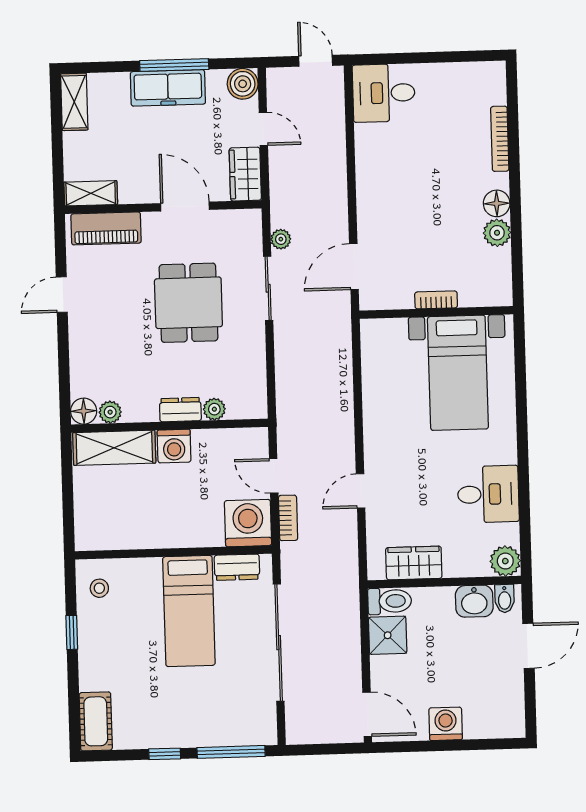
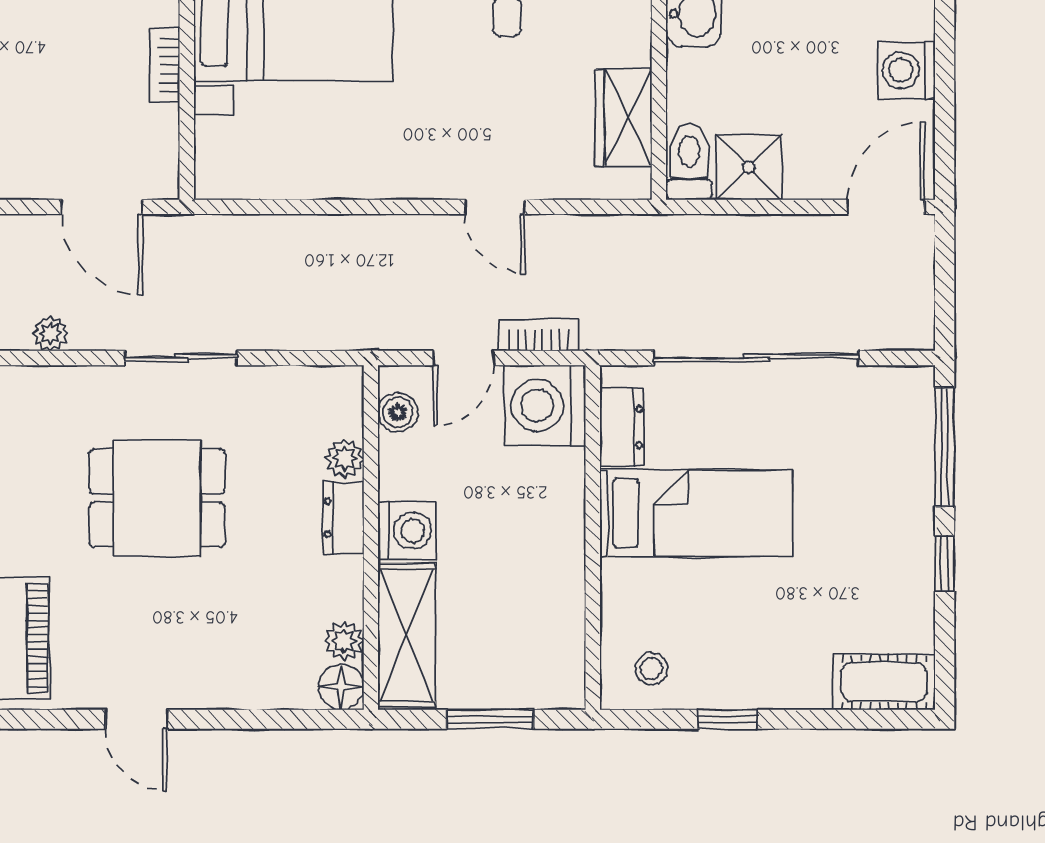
sliding door: (268, 288) -> (181, 358), moved
boiler: (242, 439) -> (398, 412), added
window: (68, 497) -> (490, 719), added

